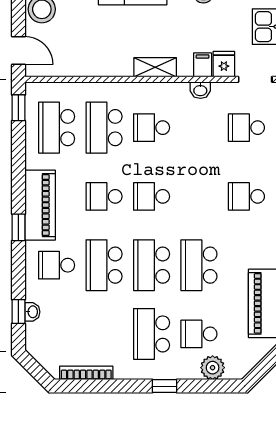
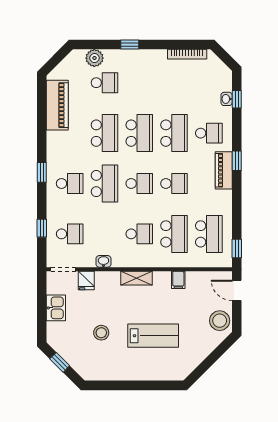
filing cabinet: (203, 65) -> (178, 280), moved
piano: (40, 205) -> (224, 170), width x0.73, depth x0.75
school desk: (152, 334) -> (104, 184), moved

